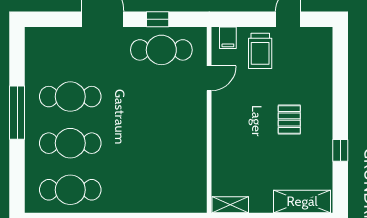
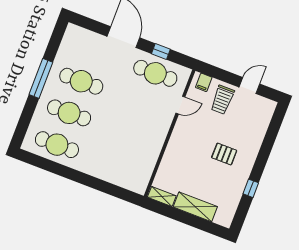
pallet: (289, 120) -> (224, 154), turned 90
shelving: (302, 201) -> (195, 207), moved

